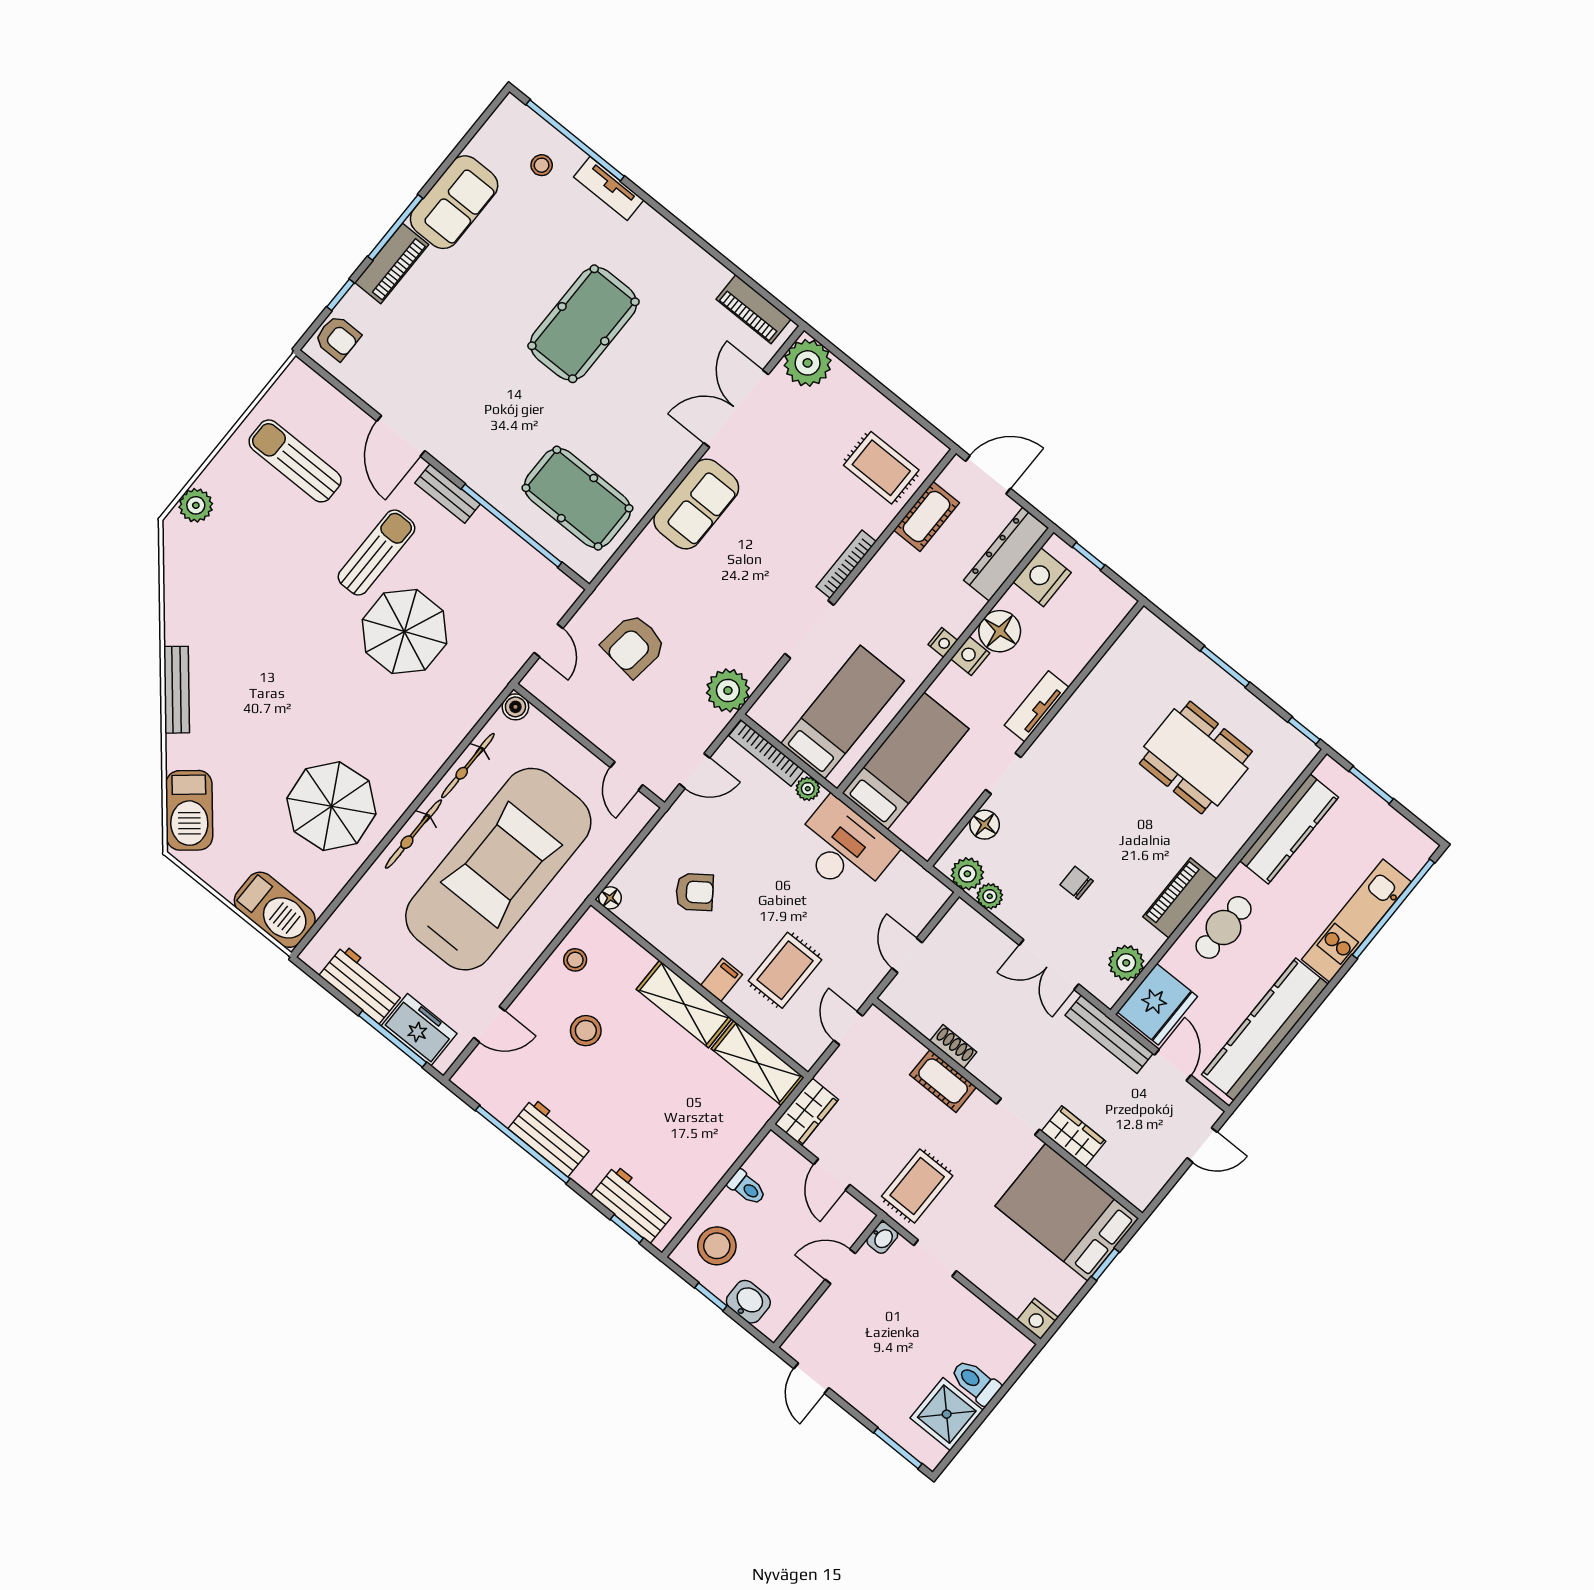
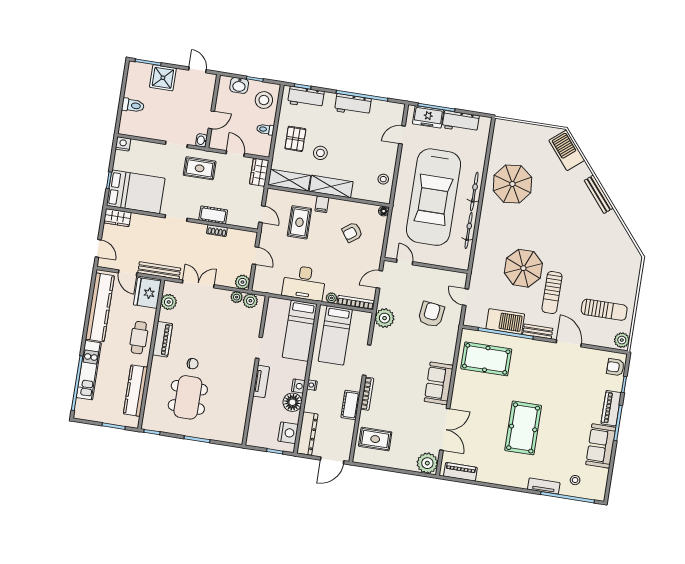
plant: (196, 505) -> (622, 340), moved
cot: (927, 516) -> (351, 405), moved
boiler: (515, 707) -> (463, 264), removed
dining table: (1196, 757) -> (188, 397), turned 90
floor lamp: (985, 825) -> (255, 324), removed
chair: (1077, 883) -> (193, 364), moved
barbecue: (275, 910) -> (505, 321), moved, turned 180
plant: (962, 919) -> (242, 282), added
stool: (586, 1031) -> (320, 153), moved
pallet: (699, 1136) -> (295, 139), added
wardrobe: (1073, 1136) -> (117, 218), moved
door: (1202, 1145) -> (98, 248), swing flipped
rug: (917, 1186) -> (200, 168), turned 90
shower: (947, 1414) -> (163, 78), moved

